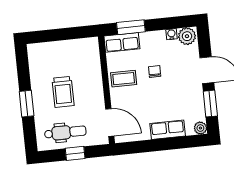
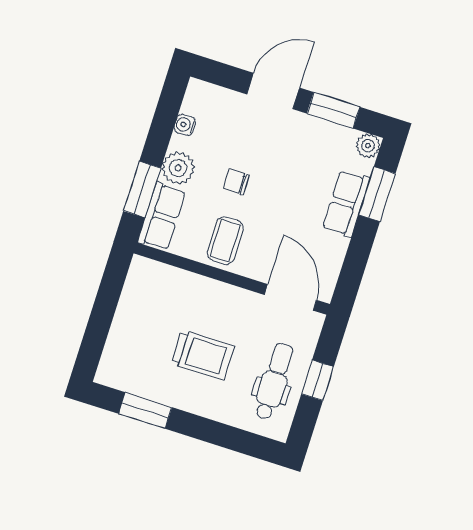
plant: (187, 36) -> (178, 168), moved
window: (27, 104) -> (145, 411), moved
door: (110, 123) -> (290, 297), hinge flipped
window: (179, 143) -> (377, 194), added

